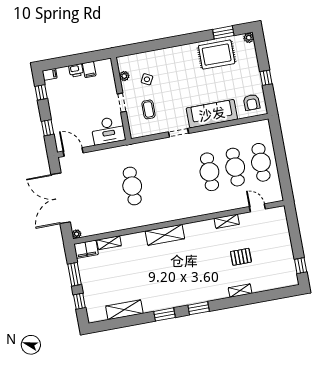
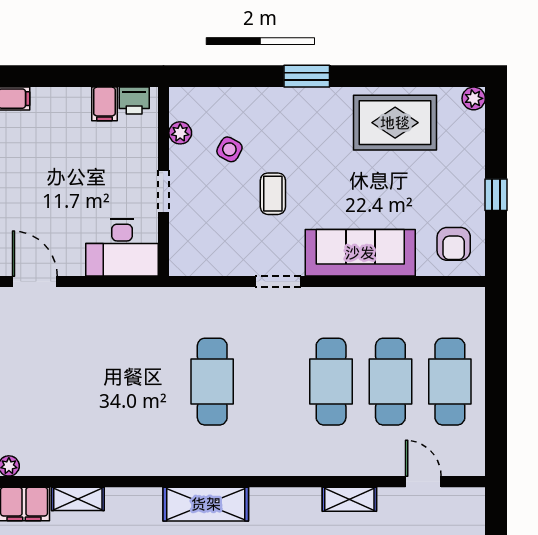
window: (223, 32) -> (307, 76), moved
printer: (76, 70) -> (134, 100), moved
coffee table: (148, 109) -> (273, 194), moved
cafe table: (132, 186) -> (212, 382), moved

